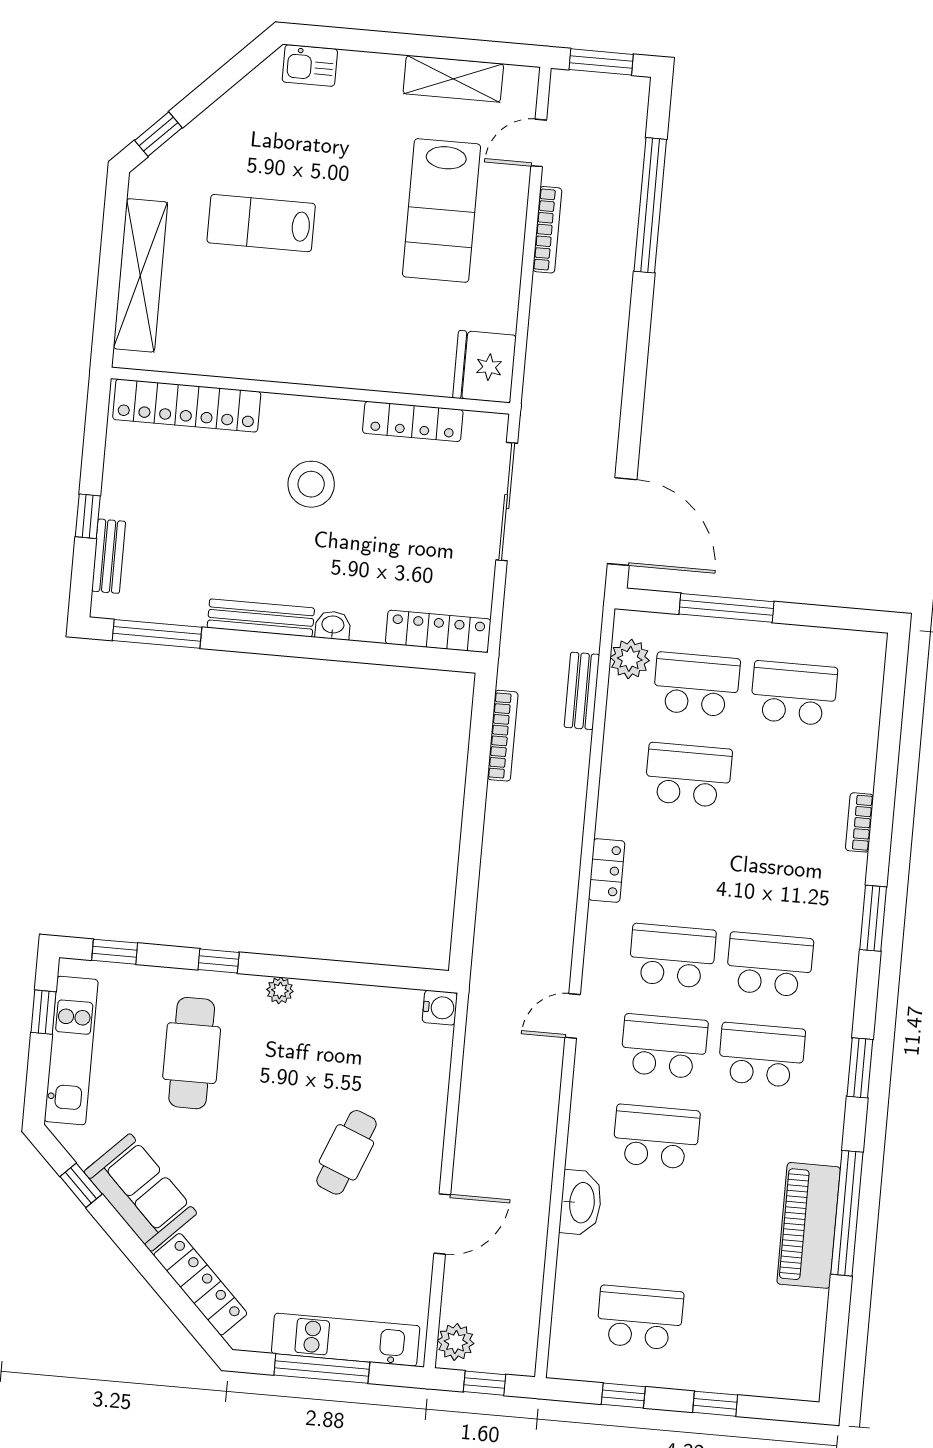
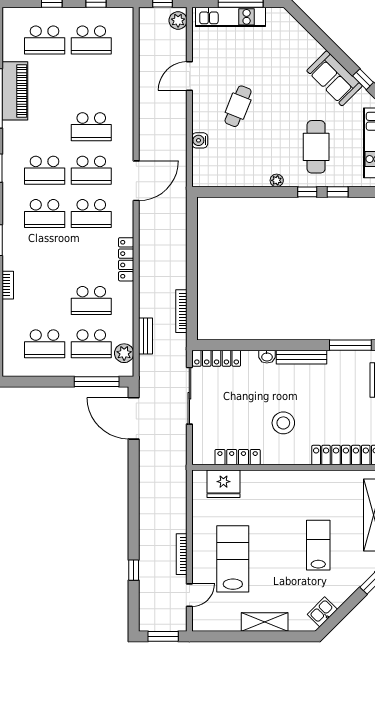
kitchen sink: (310, 65) -> (322, 612), moved, turned -45
shelving: (453, 79) -> (265, 622), moved
window: (650, 205) -> (134, 570), width x0.32
lab bench: (261, 223) -> (318, 545), turned -90
fridge: (484, 367) -> (223, 484), moved, turned 90
sliding door: (507, 502) -> (189, 396), moved
window: (726, 608) -> (97, 382), moved
locker: (607, 870) -> (126, 259), width x1.53
window: (115, 952) -> (338, 192), moved
water cooler: (440, 1008) -> (200, 140), moved
door: (573, 1016) -> (136, 181), width x1.88
washbasin: (581, 1203) -> (124, 92), removed
locker: (200, 1284) -> (302, 37), removed
school desk: (737, 1326) -> (45, 40), added

